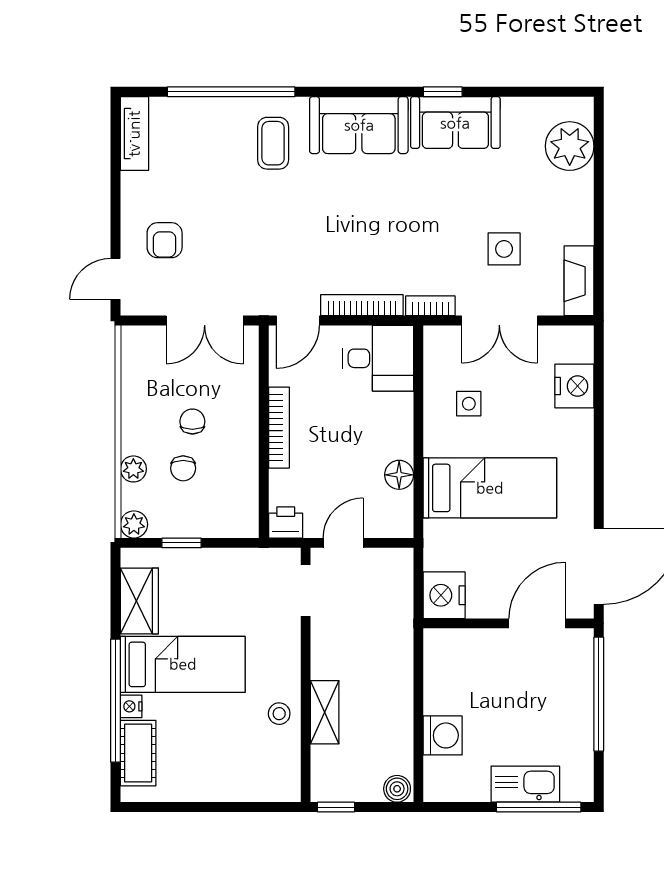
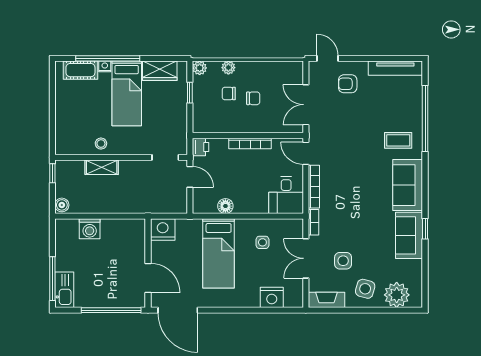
tv unit: (134, 134) -> (395, 68), width x1.41
side table: (558, 207) -> (365, 289), added
kitchen sink: (525, 784) -> (64, 290), moved

